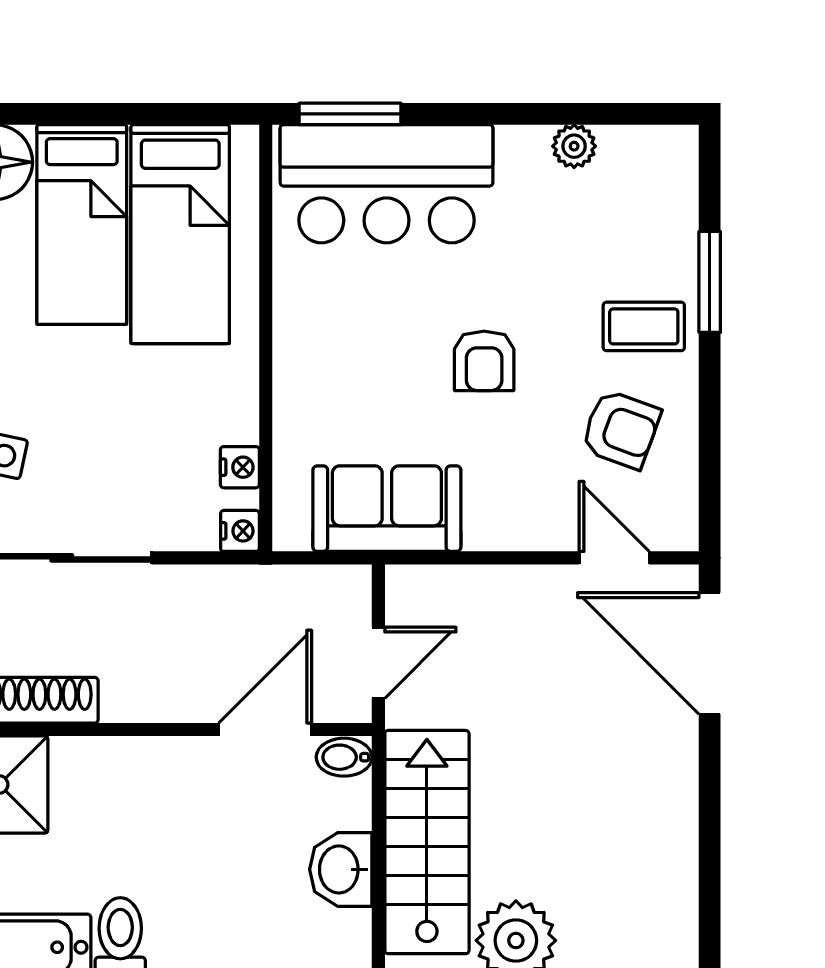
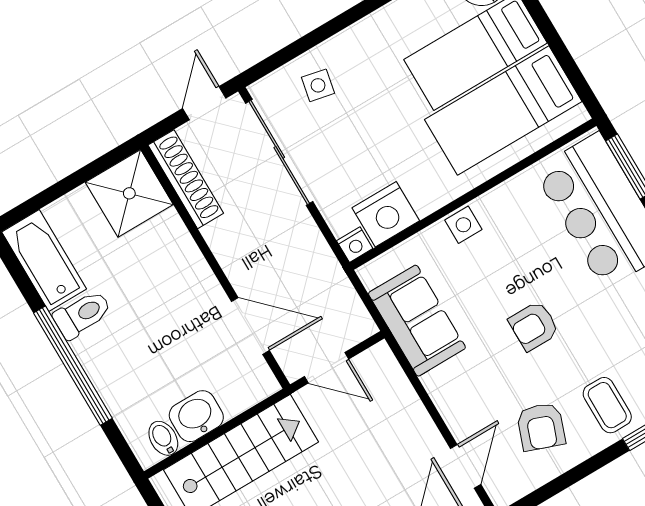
side table: (298, 374) -> (463, 225), added
nightstand: (240, 467) -> (386, 214), width x1.89, depth x1.79
bidet: (344, 757) -> (163, 438), moved

